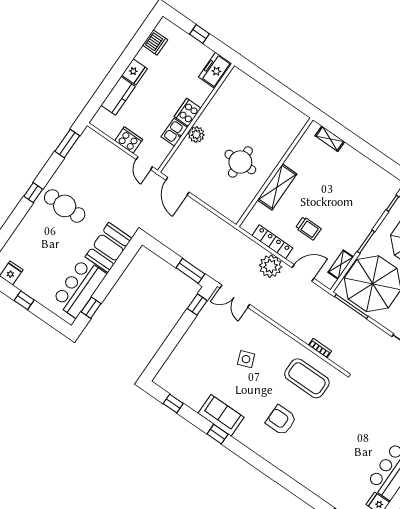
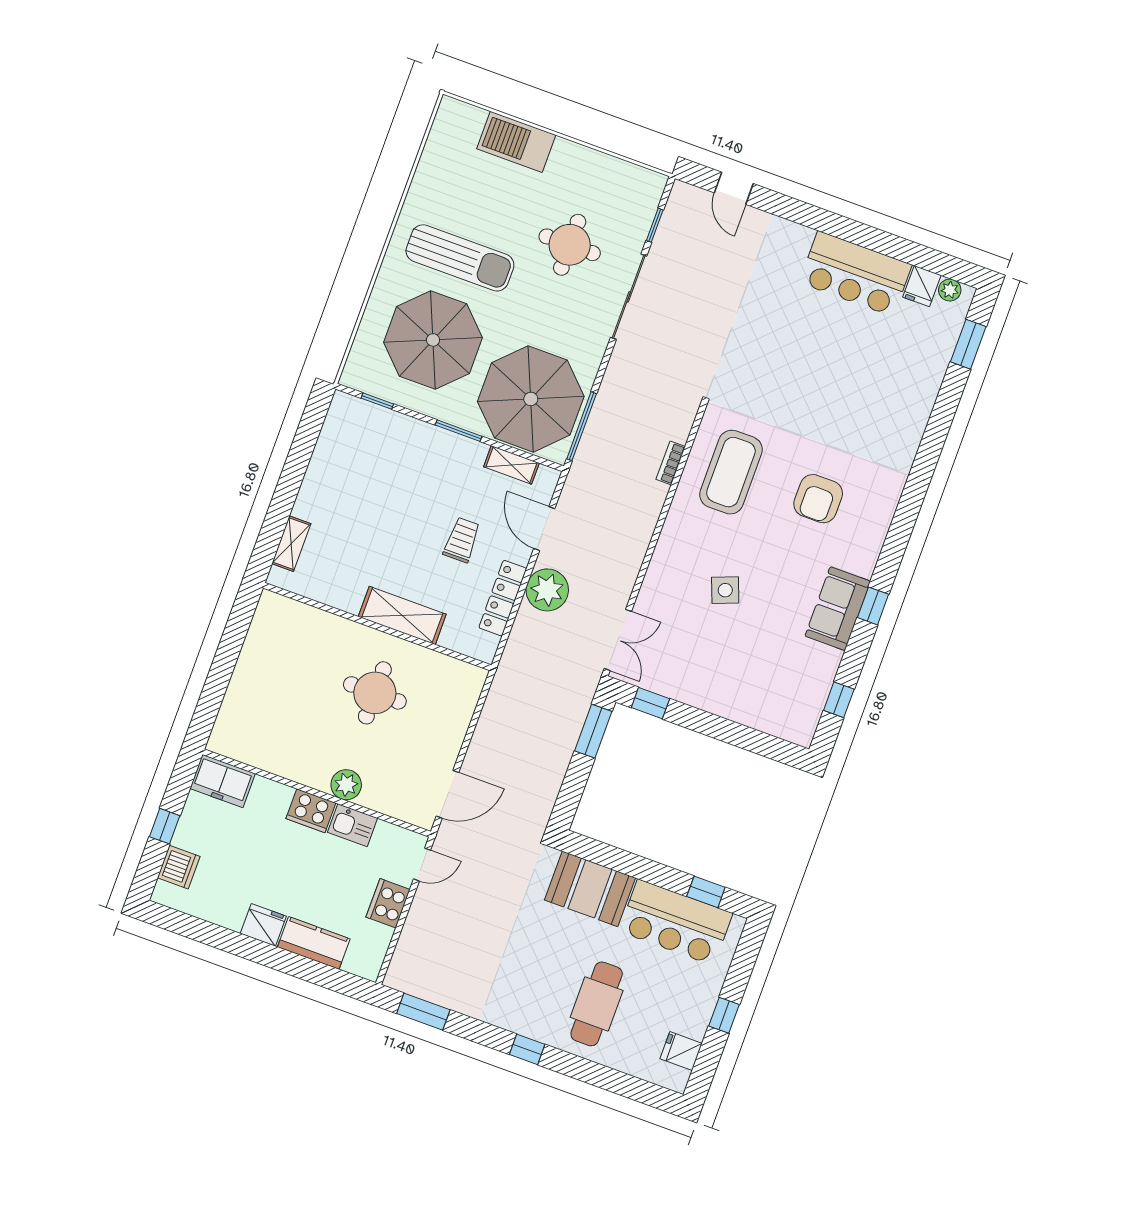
dishwasher: (155, 42) -> (179, 867), moved, turned 90
cafe table: (65, 206) -> (597, 1004), moved

